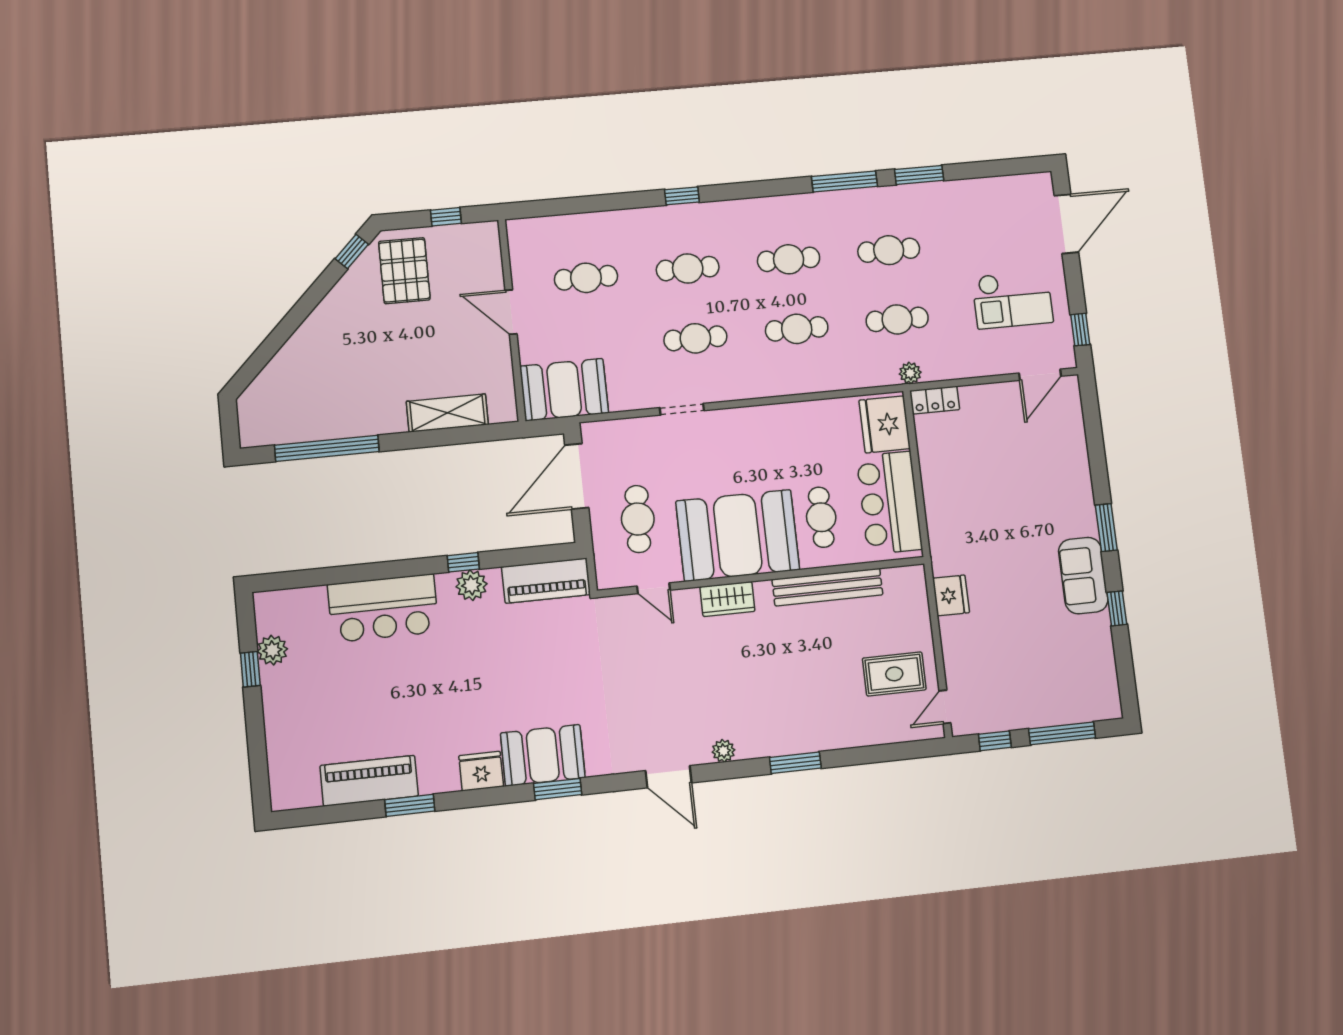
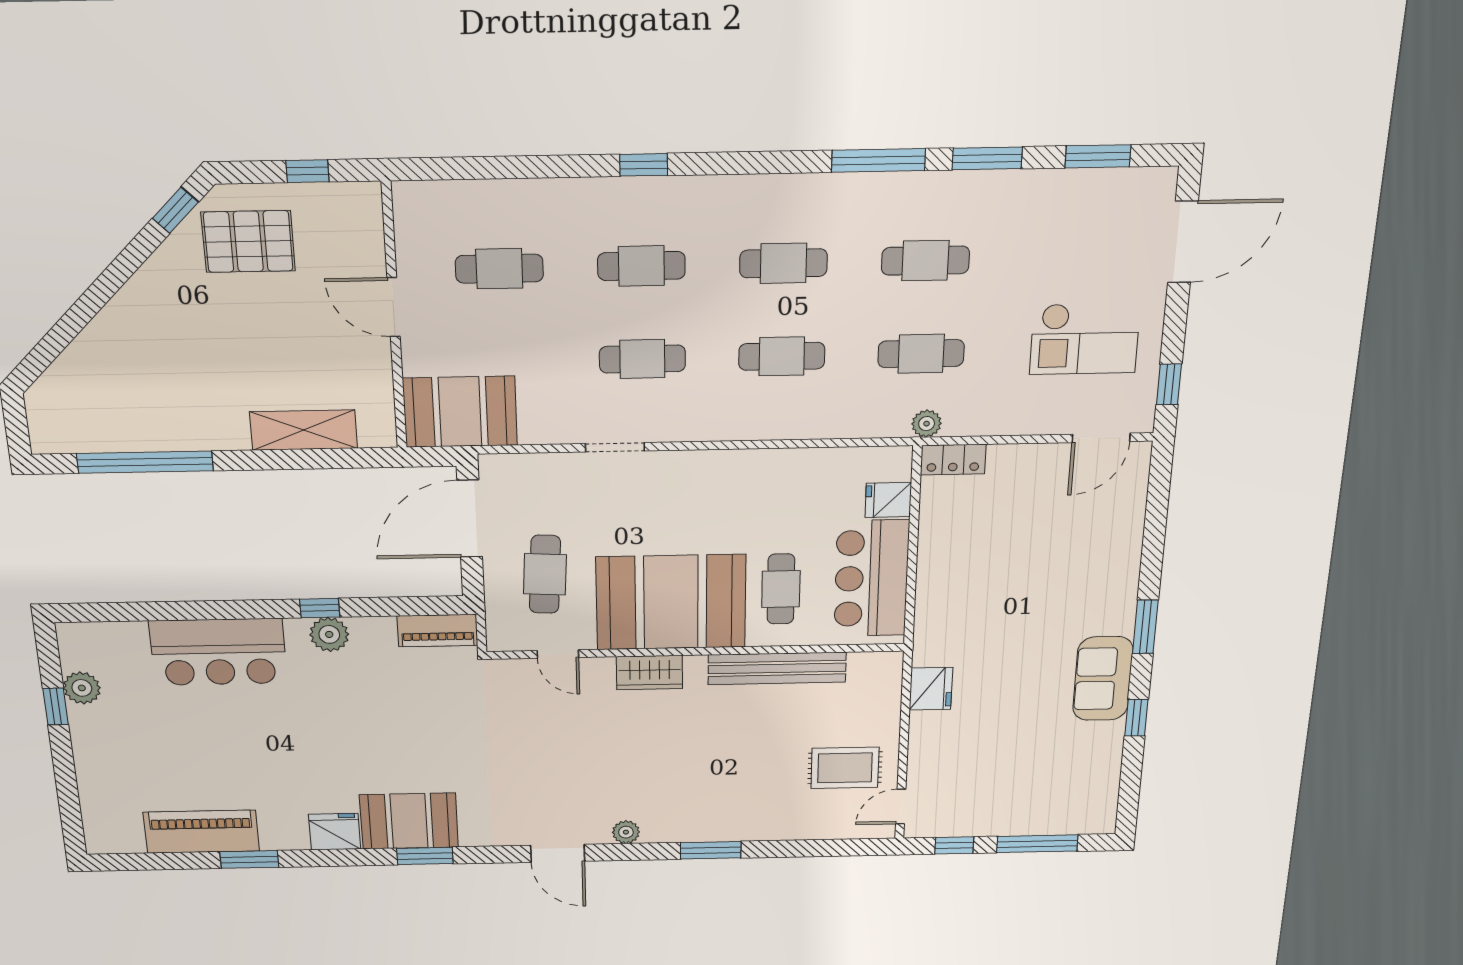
window: (995, 168) -> (1098, 156), added
pallet: (404, 271) -> (248, 242), turned 90
fridge: (885, 424) -> (888, 500), width x0.53, depth x0.75
piano: (546, 581) -> (438, 631), width x0.73, depth x0.75

